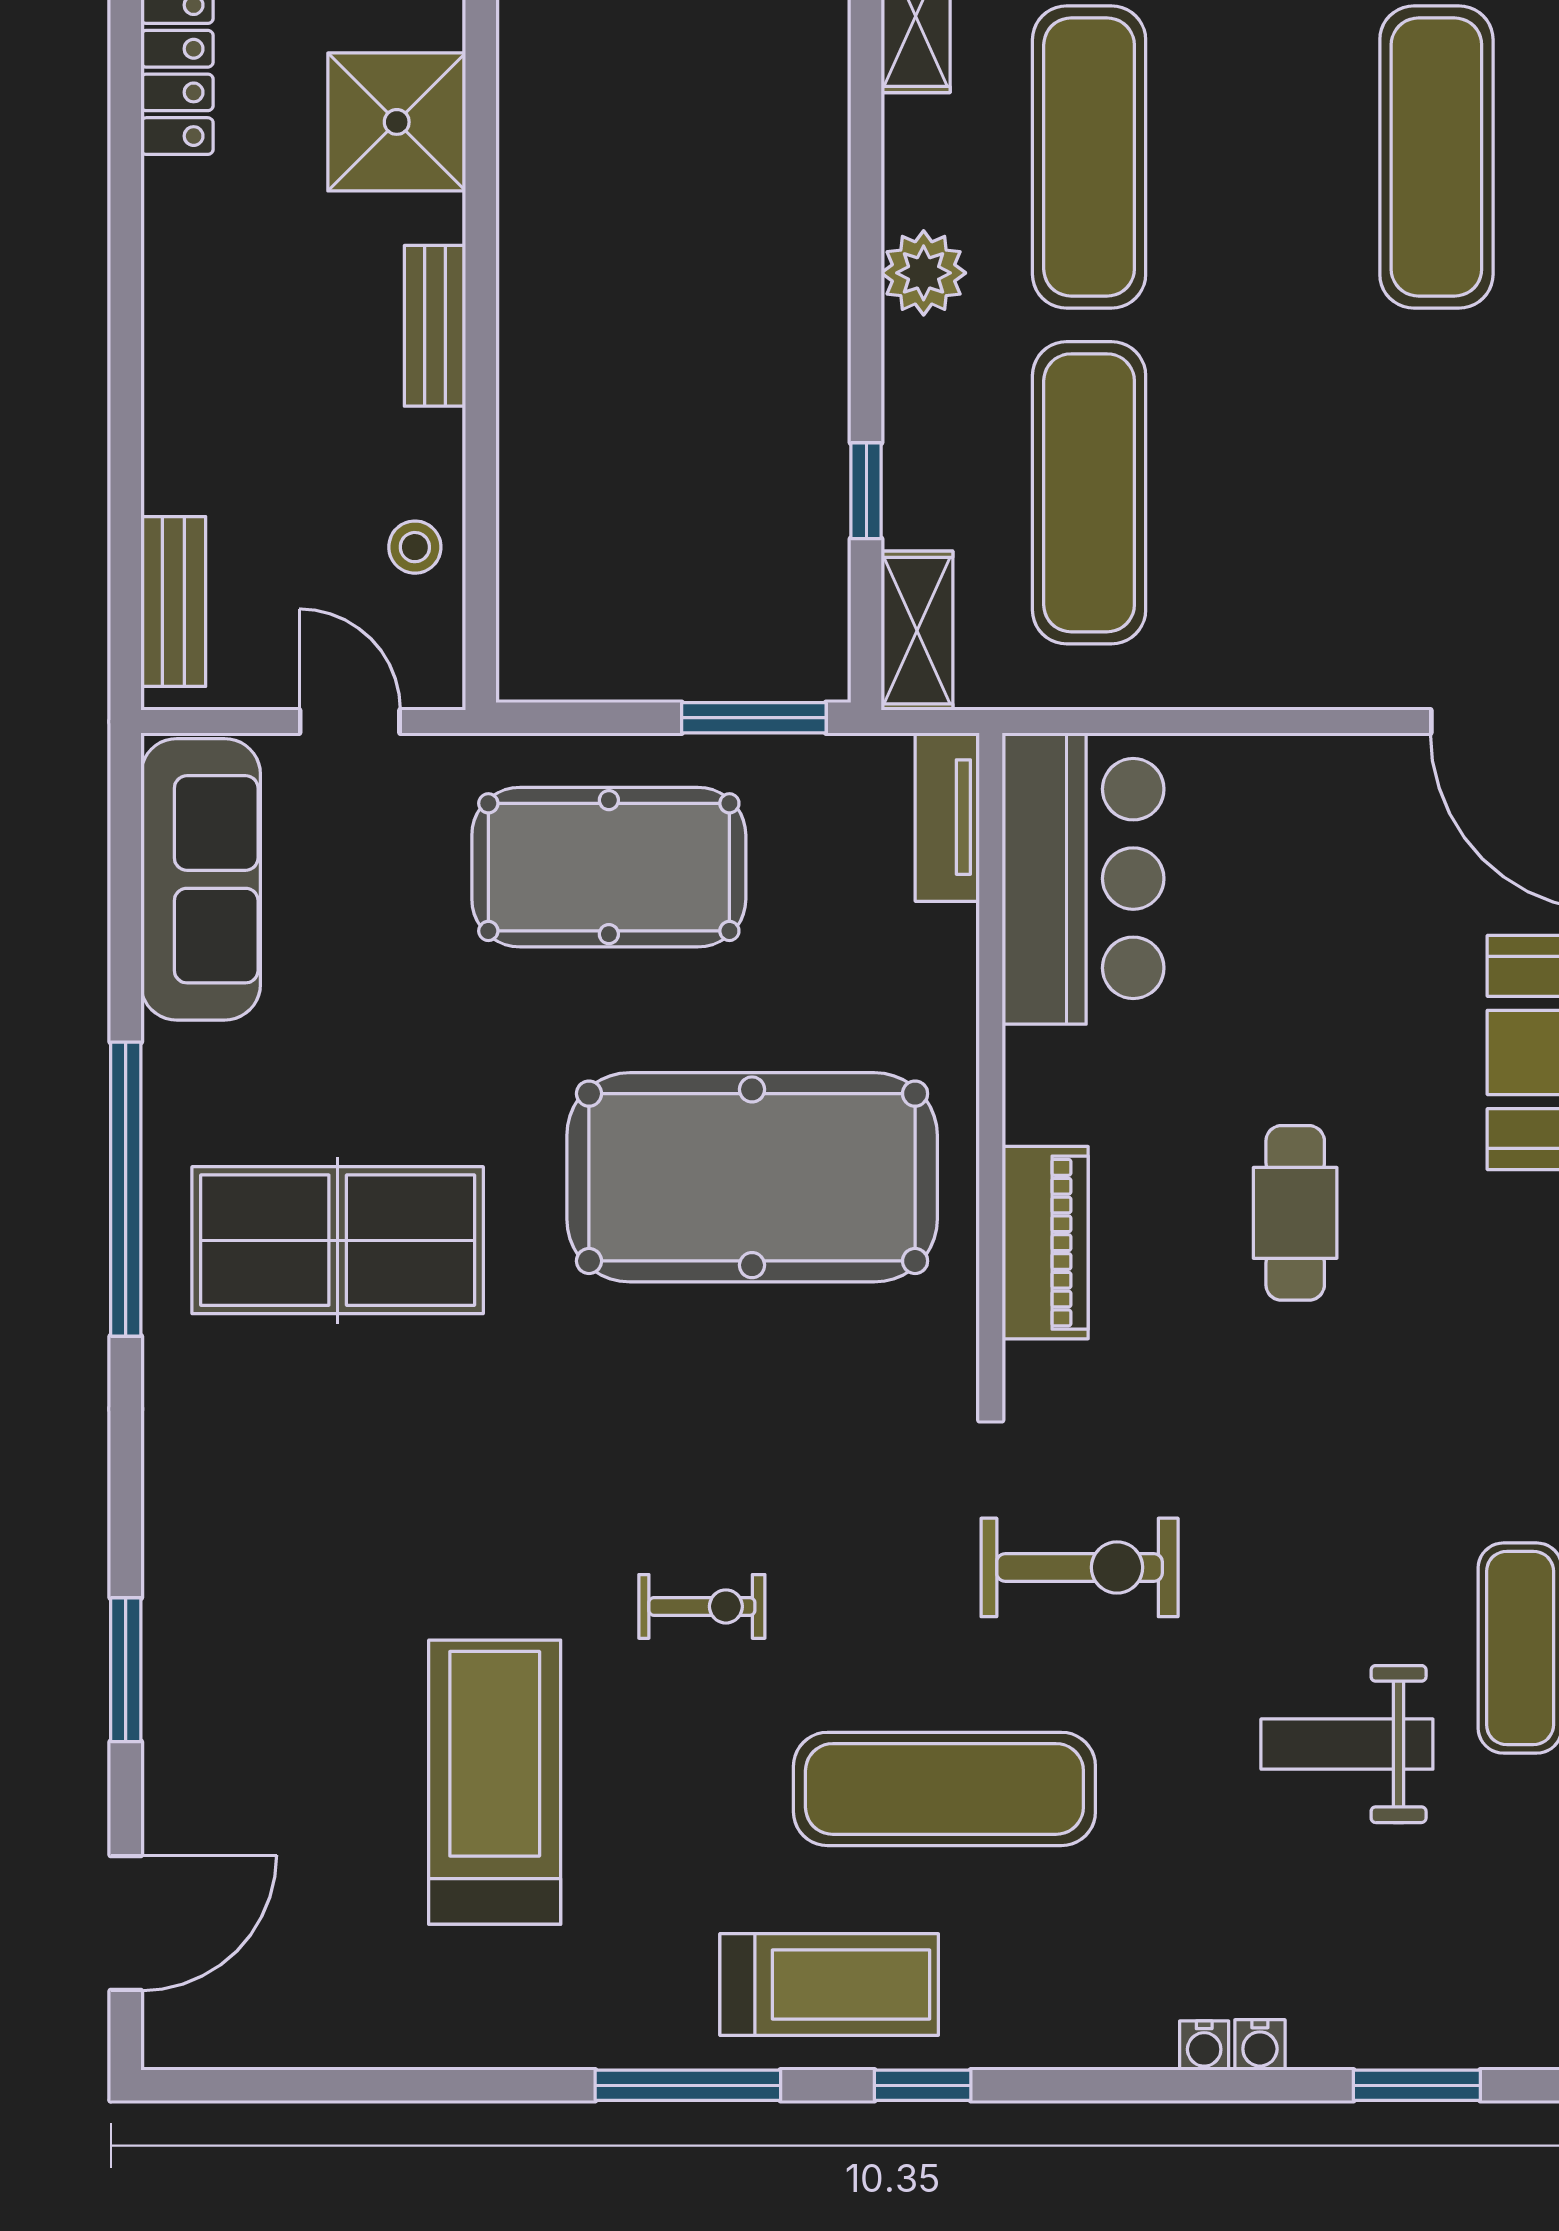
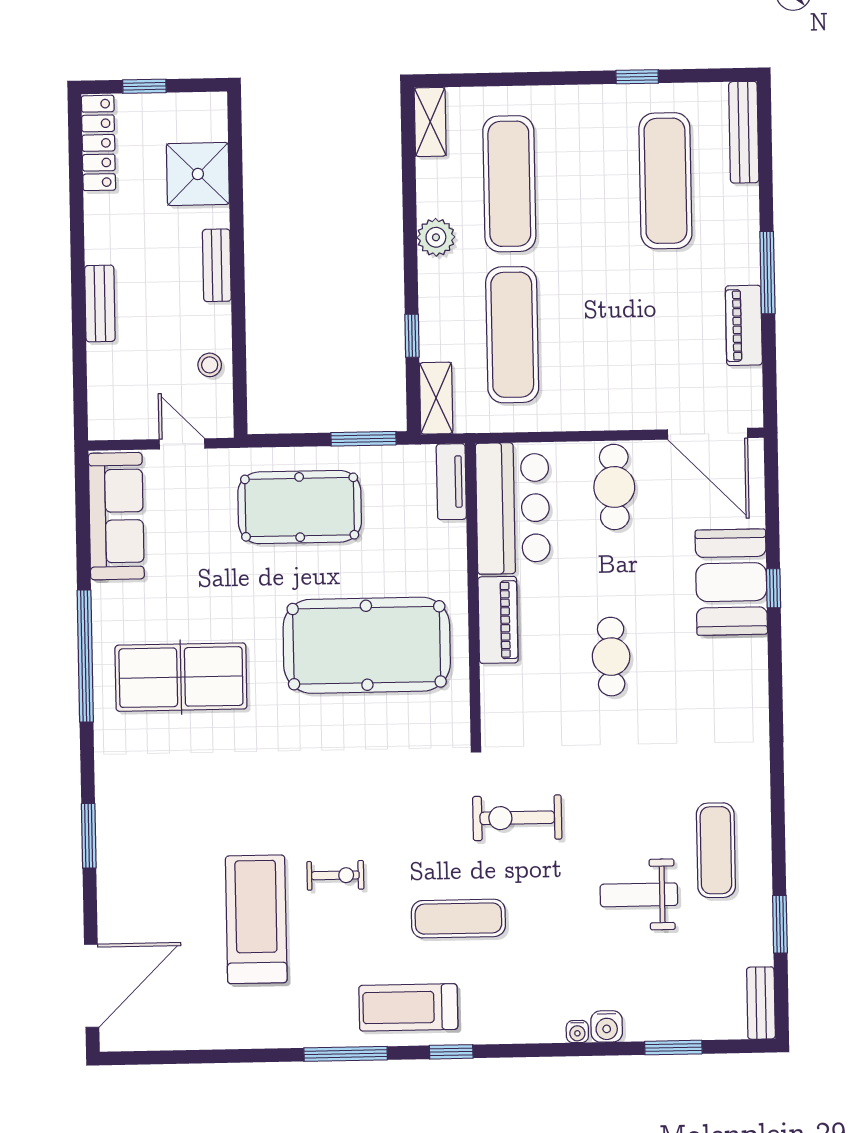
bench: (173, 601) -> (100, 303), moved
cafe table: (1310, 836) -> (614, 487), added
piano: (1045, 1243) -> (498, 620), moved
exercise bike: (1080, 1567) -> (517, 818), turned 180
exercise bike: (702, 1606) -> (335, 875), moved
window: (126, 1670) -> (89, 836), moved
exercise mat: (944, 1789) -> (458, 919), width x0.73, depth x0.69
door: (126, 1923) -> (92, 986), width x1.36
treadmill: (829, 1985) -> (408, 1007), turned 180
water cooler: (1260, 2045) -> (607, 1026), width x1.38, depth x1.38

